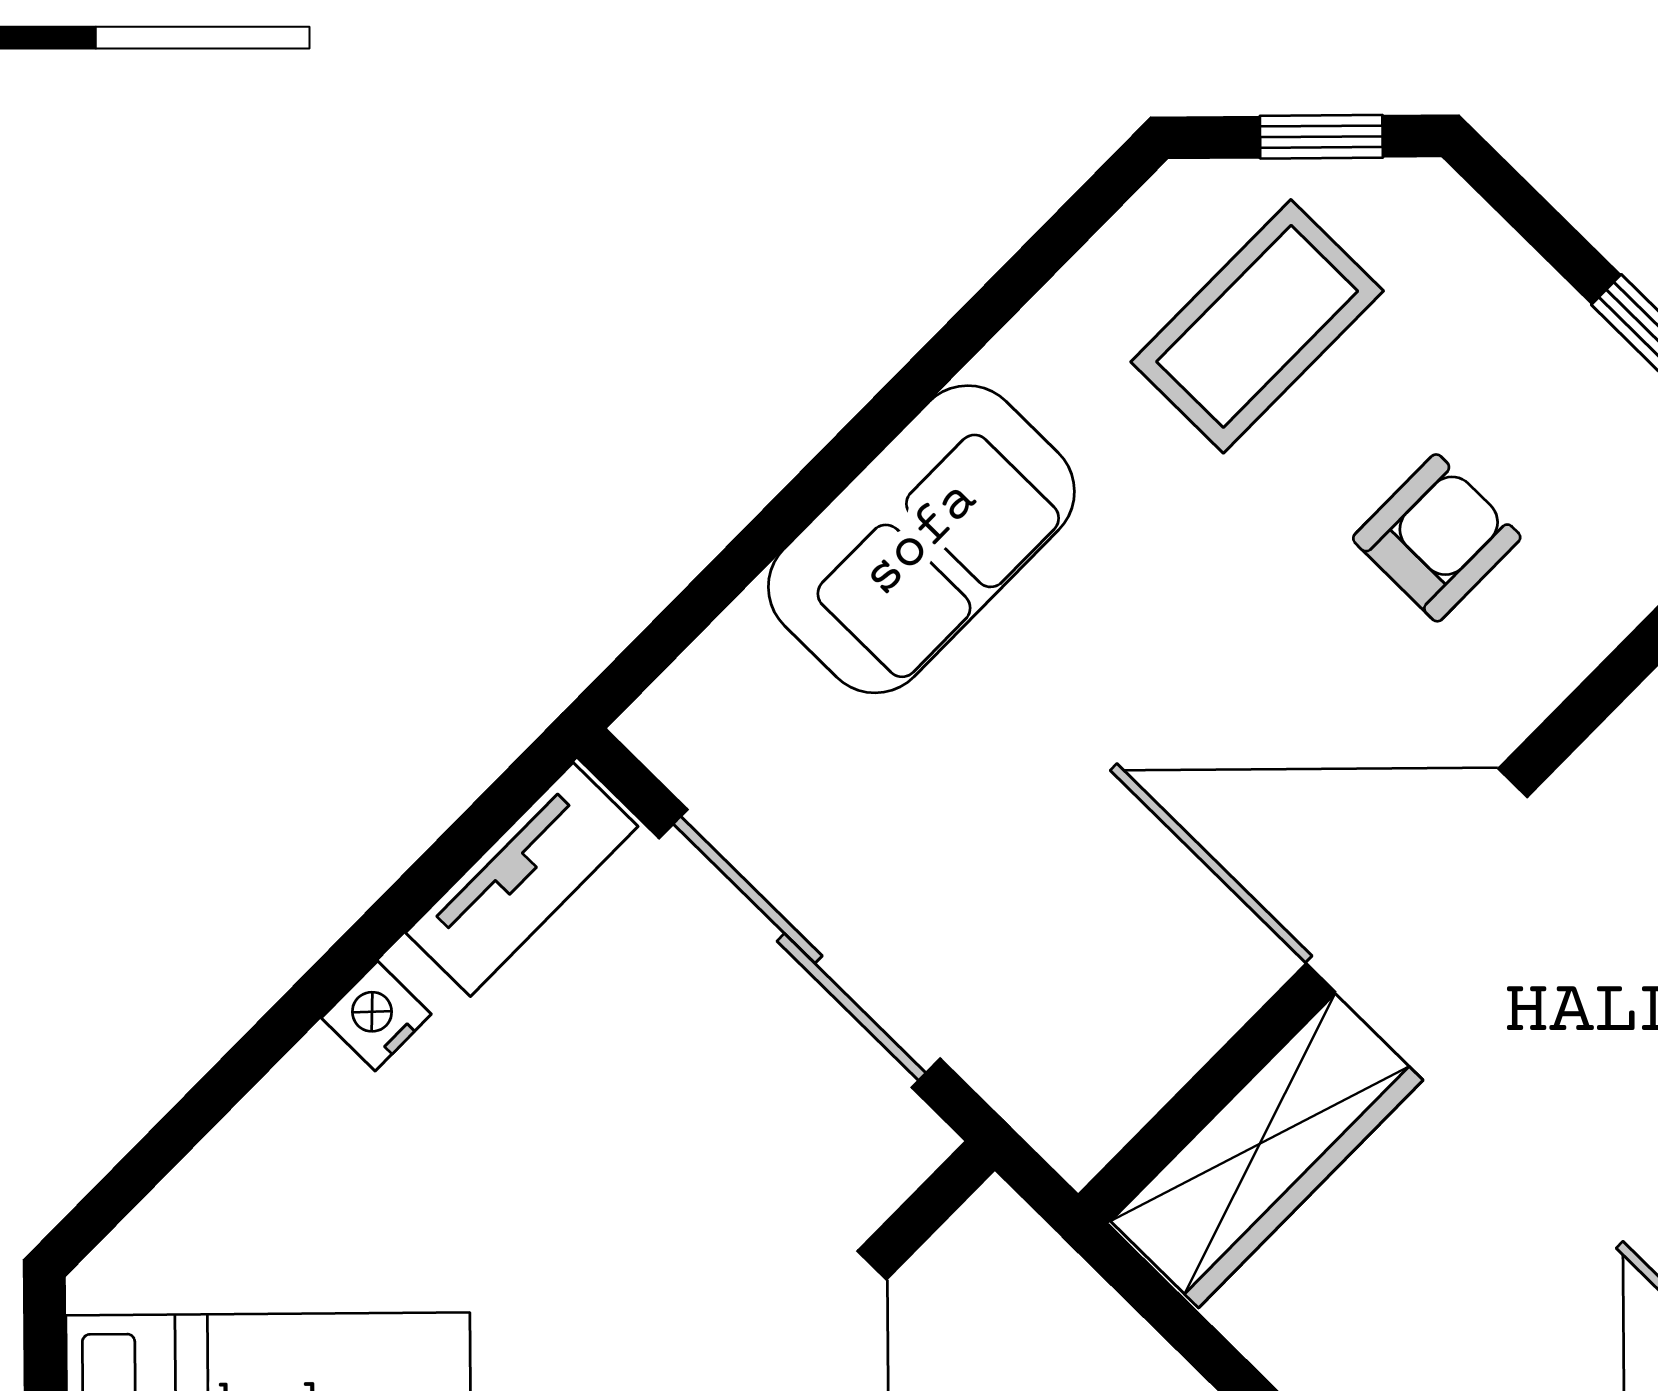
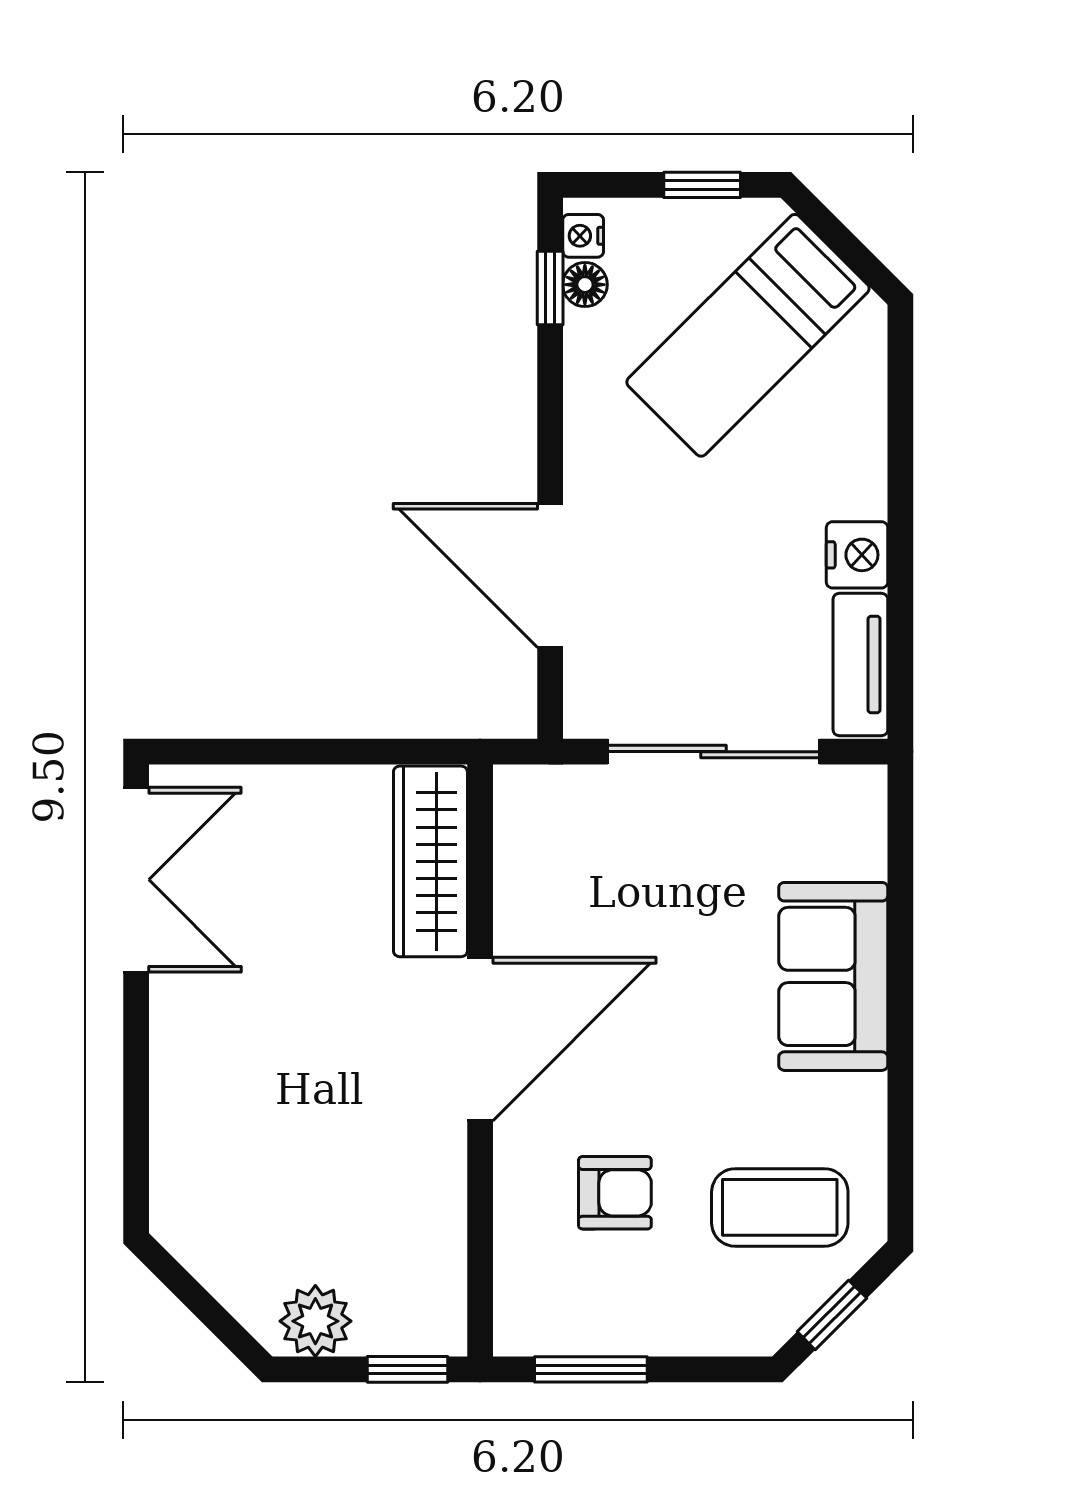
coffee table: (1257, 326) -> (780, 1207), turned 90
armchair: (1437, 538) -> (615, 1193), turned -90
nightstand: (376, 1016) -> (857, 555), width x1.39, depth x1.35

